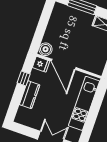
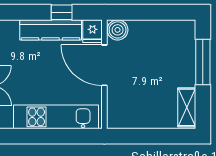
door: (64, 64) -> (104, 65), hinge flipped
kitchen counter: (30, 95) -> (51, 30), width x1.50

